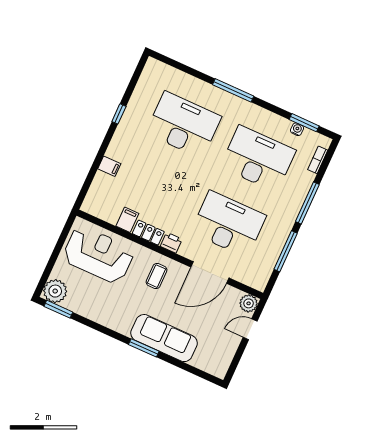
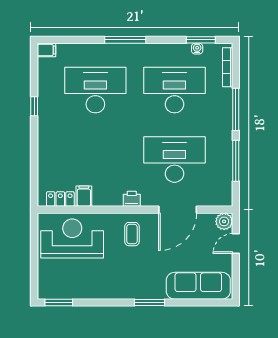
bookcase: (318, 160) -> (228, 67), width x1.56
filing cabinet: (109, 166) -> (46, 50), moved
locker: (148, 233) -> (60, 199), moved
plant: (55, 291) -> (49, 288), removed
sofa: (164, 338) -> (198, 286), moved

